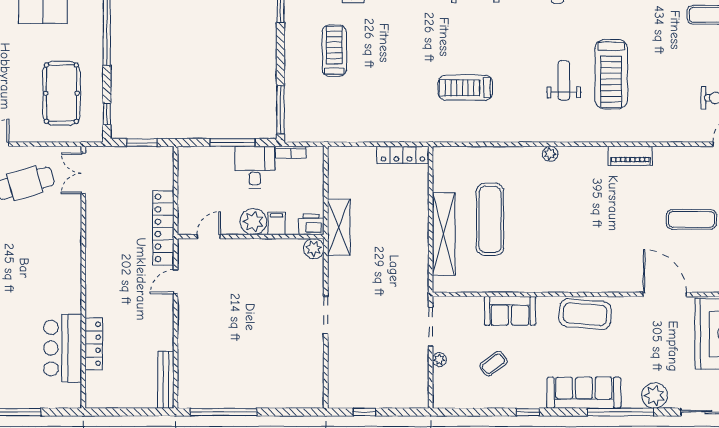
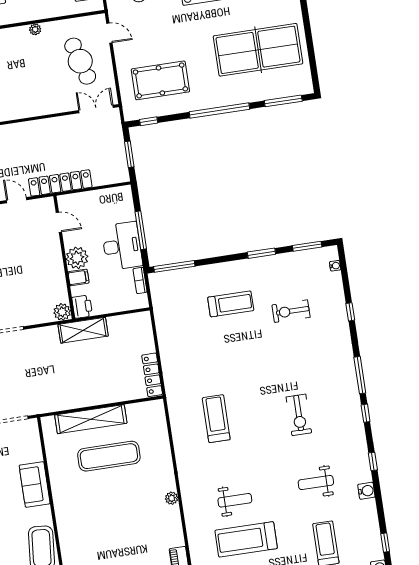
desk: (255, 167) -> (122, 246), width x1.37

